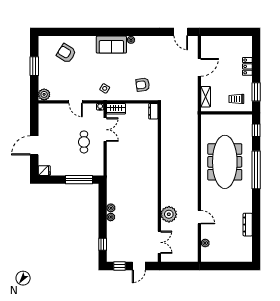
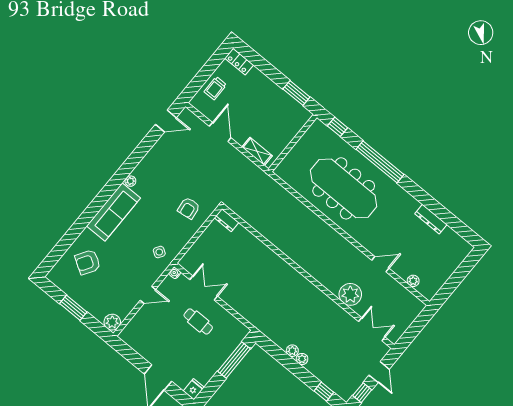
sofa: (111, 45) -> (114, 212), width x1.36
locker: (247, 66) -> (239, 62), moved
trolley: (236, 99) -> (215, 88), moved
wardrobe: (116, 109) -> (191, 258), removed

